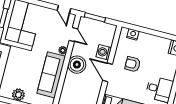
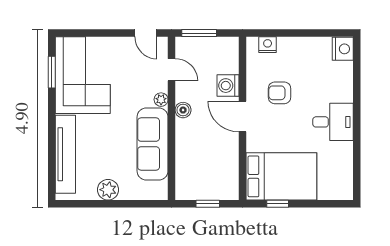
boiler: (77, 65) -> (183, 110), width x0.54, depth x0.54

